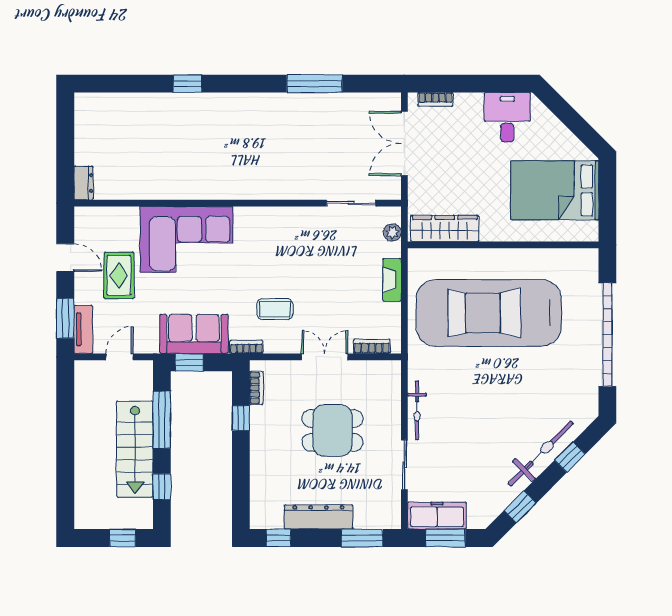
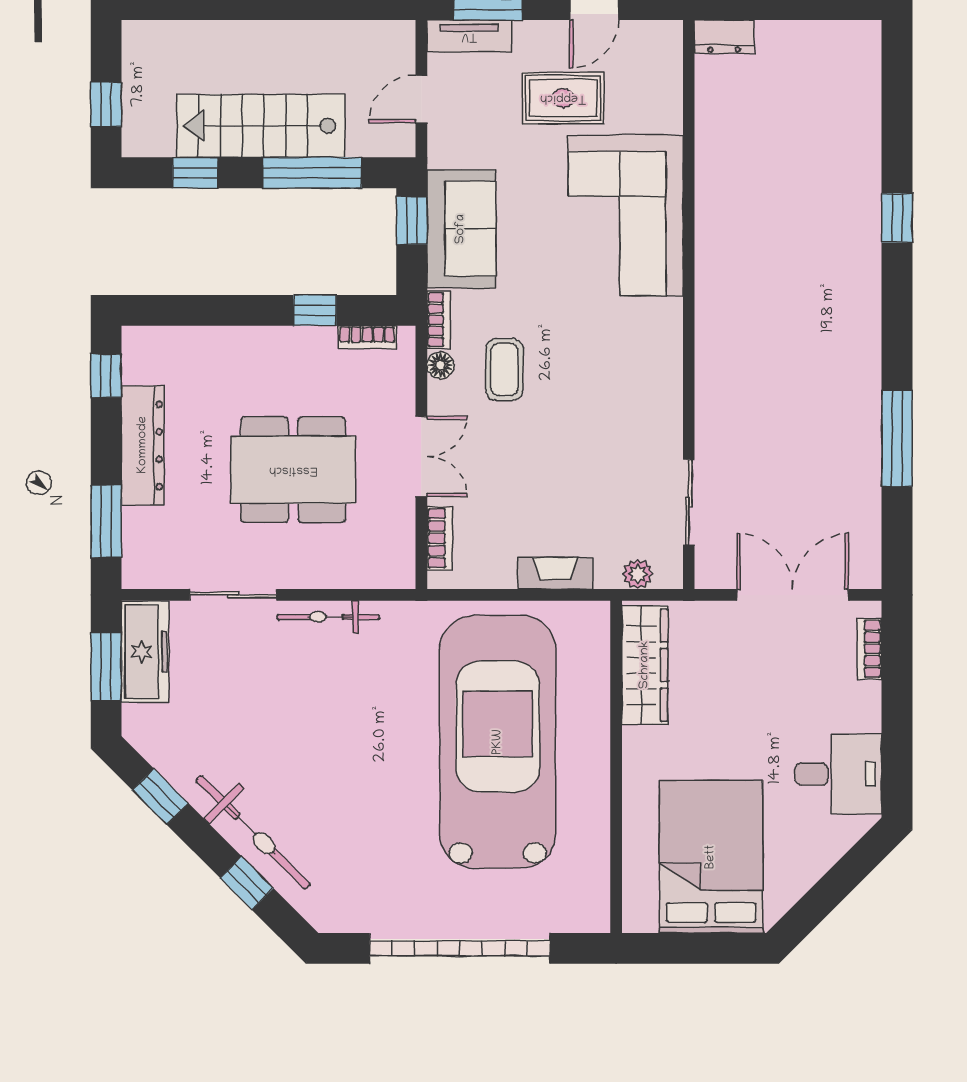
floor lamp: (272, 346) -> (440, 365), added
door: (120, 357) -> (421, 99), swing flipped
dining table: (332, 430) -> (293, 470), width x1.38

